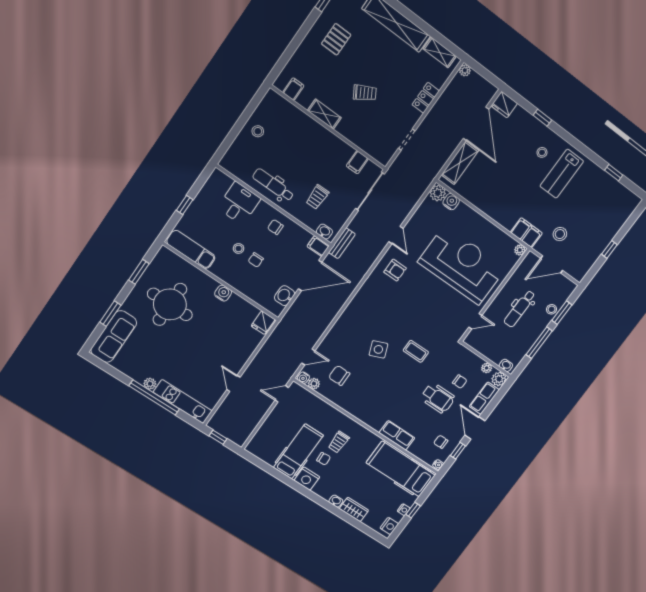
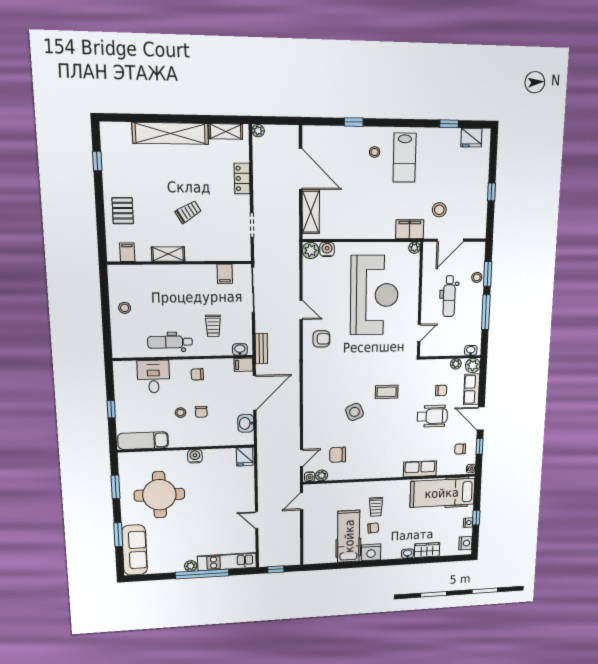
pallet: (336, 39) -> (123, 211), moved
fridge: (504, 105) -> (471, 138), moved
reception desk: (462, 265) -> (374, 295), turned 90

